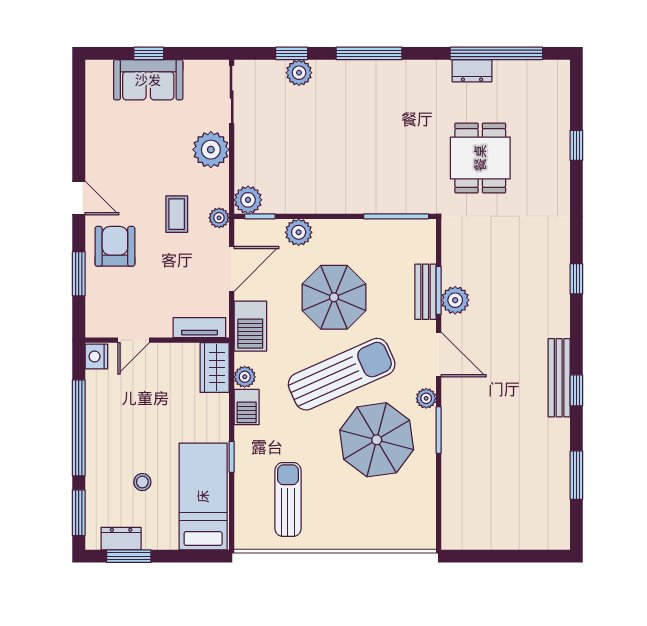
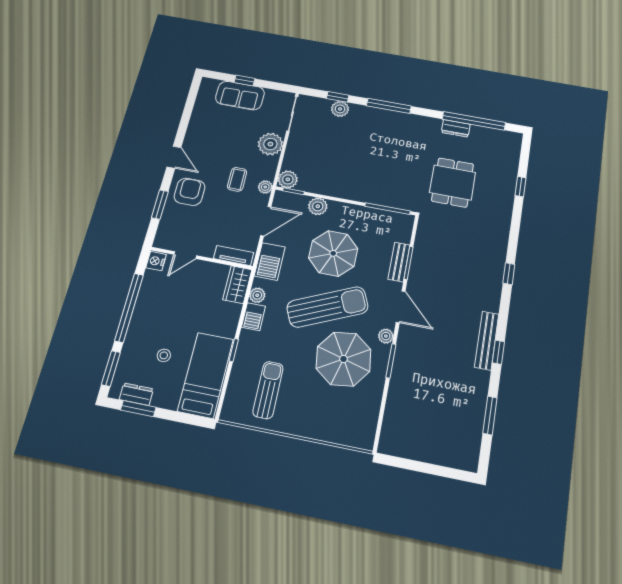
plant: (455, 300) -> (419, 272), removed

